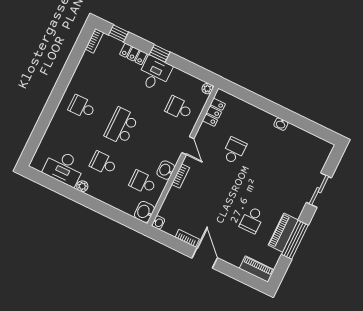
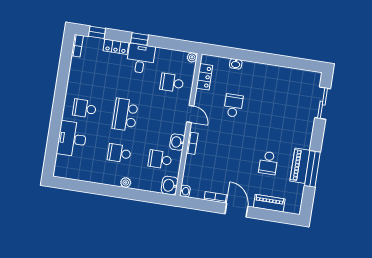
washbasin: (281, 124) -> (236, 64), moved
desk: (64, 168) -> (72, 139), moved, turned 90
plant: (82, 186) -> (126, 182), moved
sliding door: (319, 190) -> (323, 103), moved
piano: (257, 269) -> (269, 203), moved

